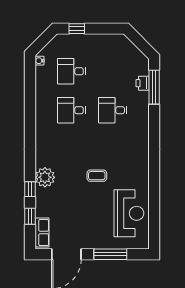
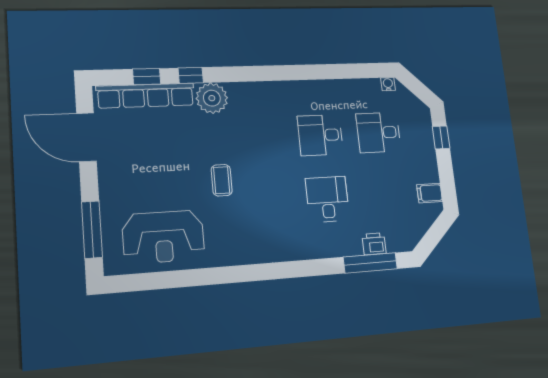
filing cabinet: (113, 42) -> (430, 193), added
desk: (72, 71) -> (379, 133), turned -90
desk: (72, 110) -> (320, 135), turned -90
row of seats: (42, 233) -> (146, 96), width x2.02
window: (110, 254) -> (92, 230), moved

